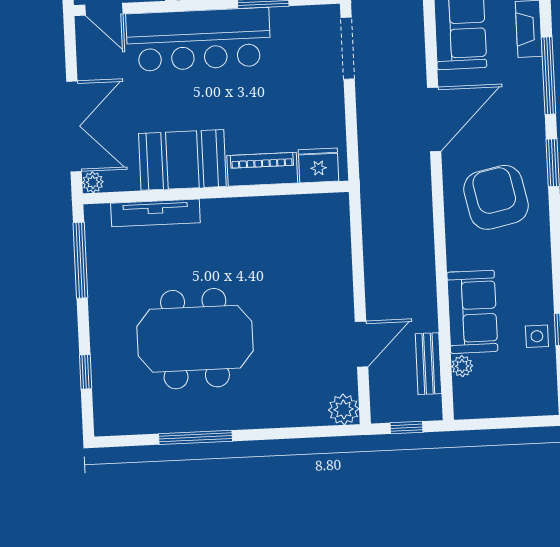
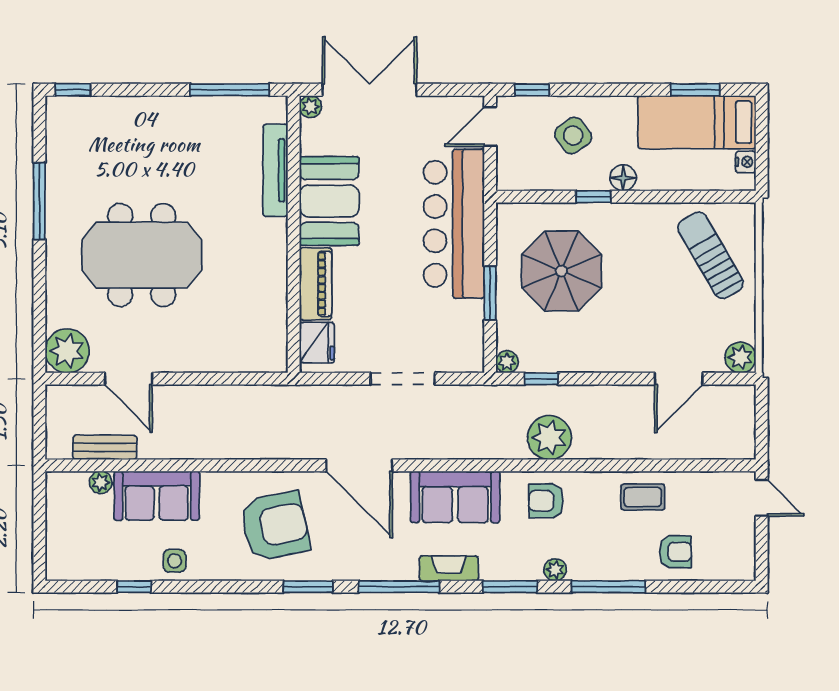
doorway: (348, 48) -> (403, 379), moved
double door: (74, 126) -> (370, 90), swing flipped
side table: (537, 336) -> (175, 561), moved
meeting table: (195, 339) -> (142, 255), moved, turned 90
window: (86, 372) -> (73, 90), moved
plant: (344, 409) -> (67, 351), width x1.36, depth x1.36
window: (407, 428) -> (39, 421), removed

